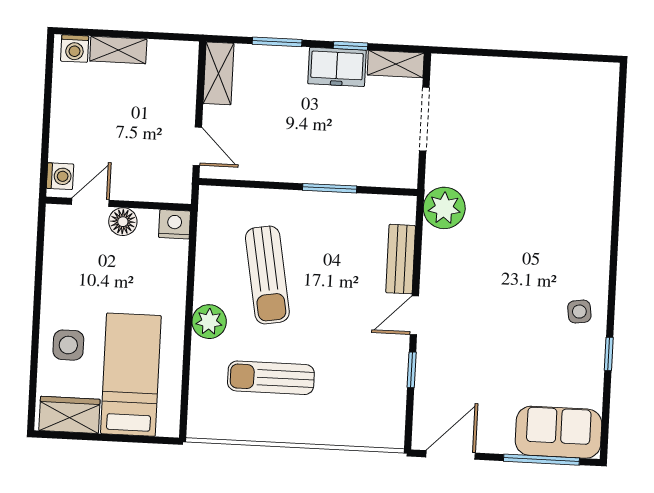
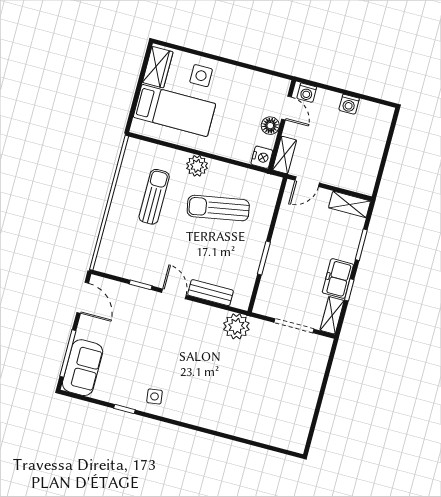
washing machine: (75, 49) -> (349, 104), moved, turned -90
shelving: (118, 50) -> (285, 155), moved

